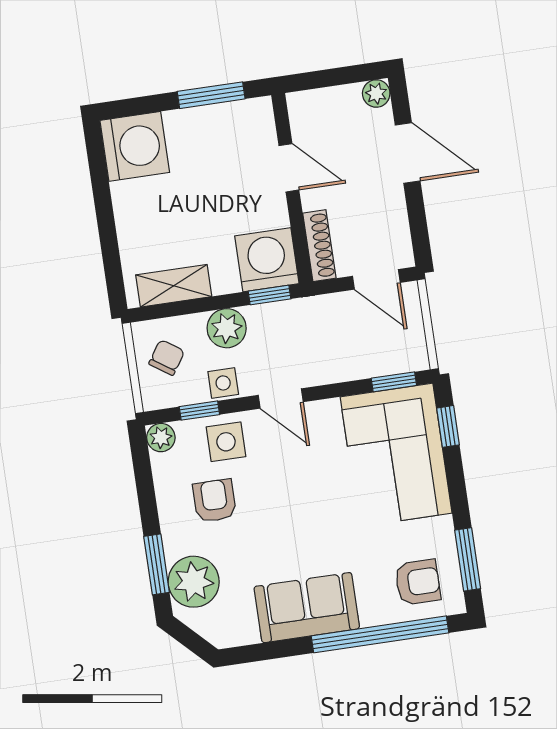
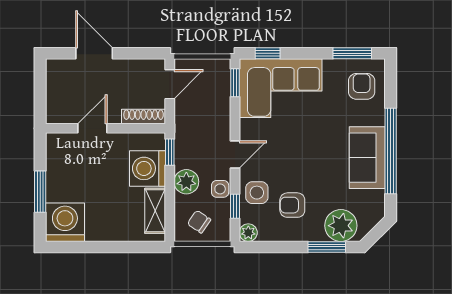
plant: (376, 93) -> (54, 67), removed
window: (211, 95) -> (40, 192), moved
door: (408, 153) -> (94, 53), hinge flipped
washing machine: (267, 260) -> (148, 168), moved
window: (380, 634) -> (391, 151), moved

